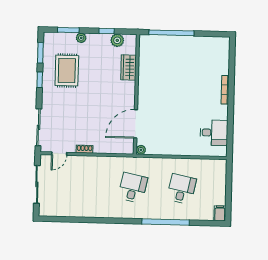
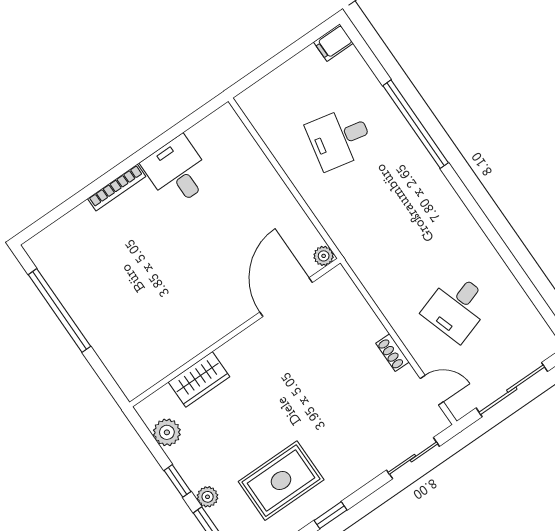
window: (107, 31) -> (177, 481), moved
window: (171, 33) -> (59, 310), moved
door: (136, 124) -> (286, 297), swing flipped
sliding door: (38, 127) -> (413, 458), width x0.73
desk: (214, 133) -> (177, 171), moved
desk: (133, 188) -> (457, 307), moved, turned -30

